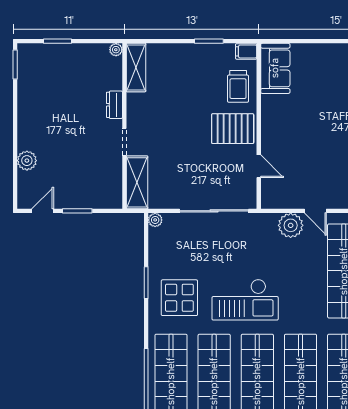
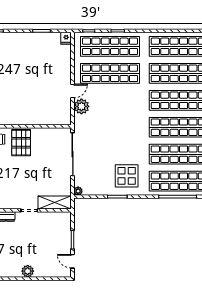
plant: (27, 161) -> (28, 271), moved
door: (259, 166) -> (45, 126), removed
checkout: (245, 300) -> (128, 135), removed

